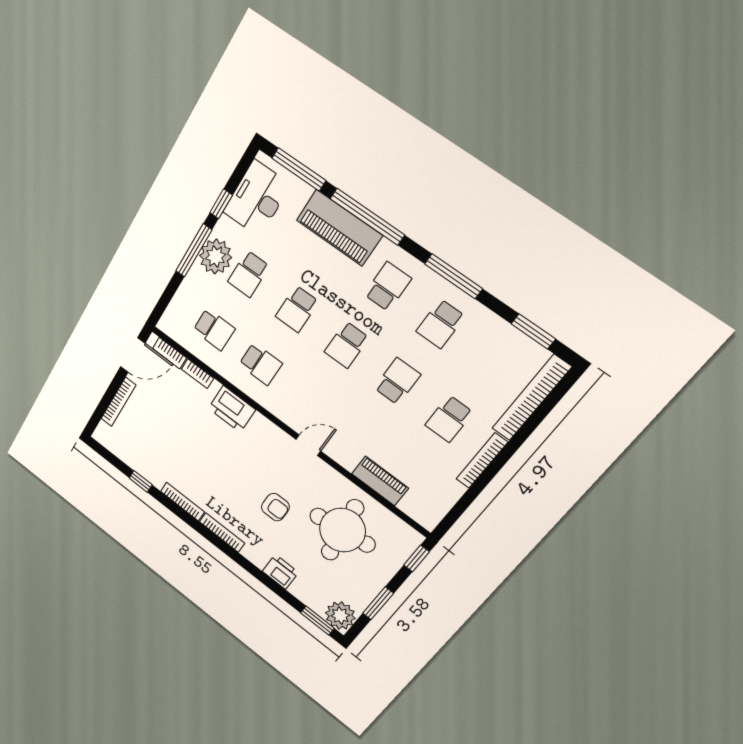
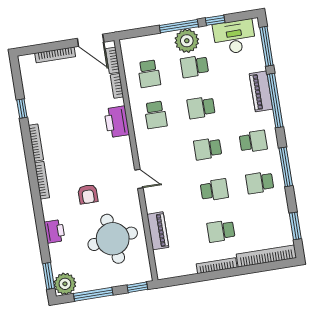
piano: (339, 228) -> (261, 91), width x0.73, depth x0.75
window: (378, 603) -> (93, 294), width x1.44

